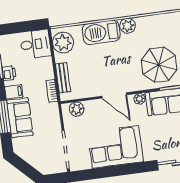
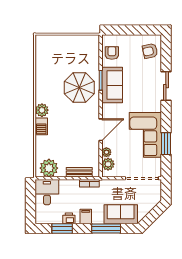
barbecue: (101, 32) -> (41, 126), width x0.53, depth x0.65
plant: (139, 99) -> (106, 152), moved
sofa: (20, 118) -> (121, 214), moved
window: (109, 172) -> (166, 144), added

